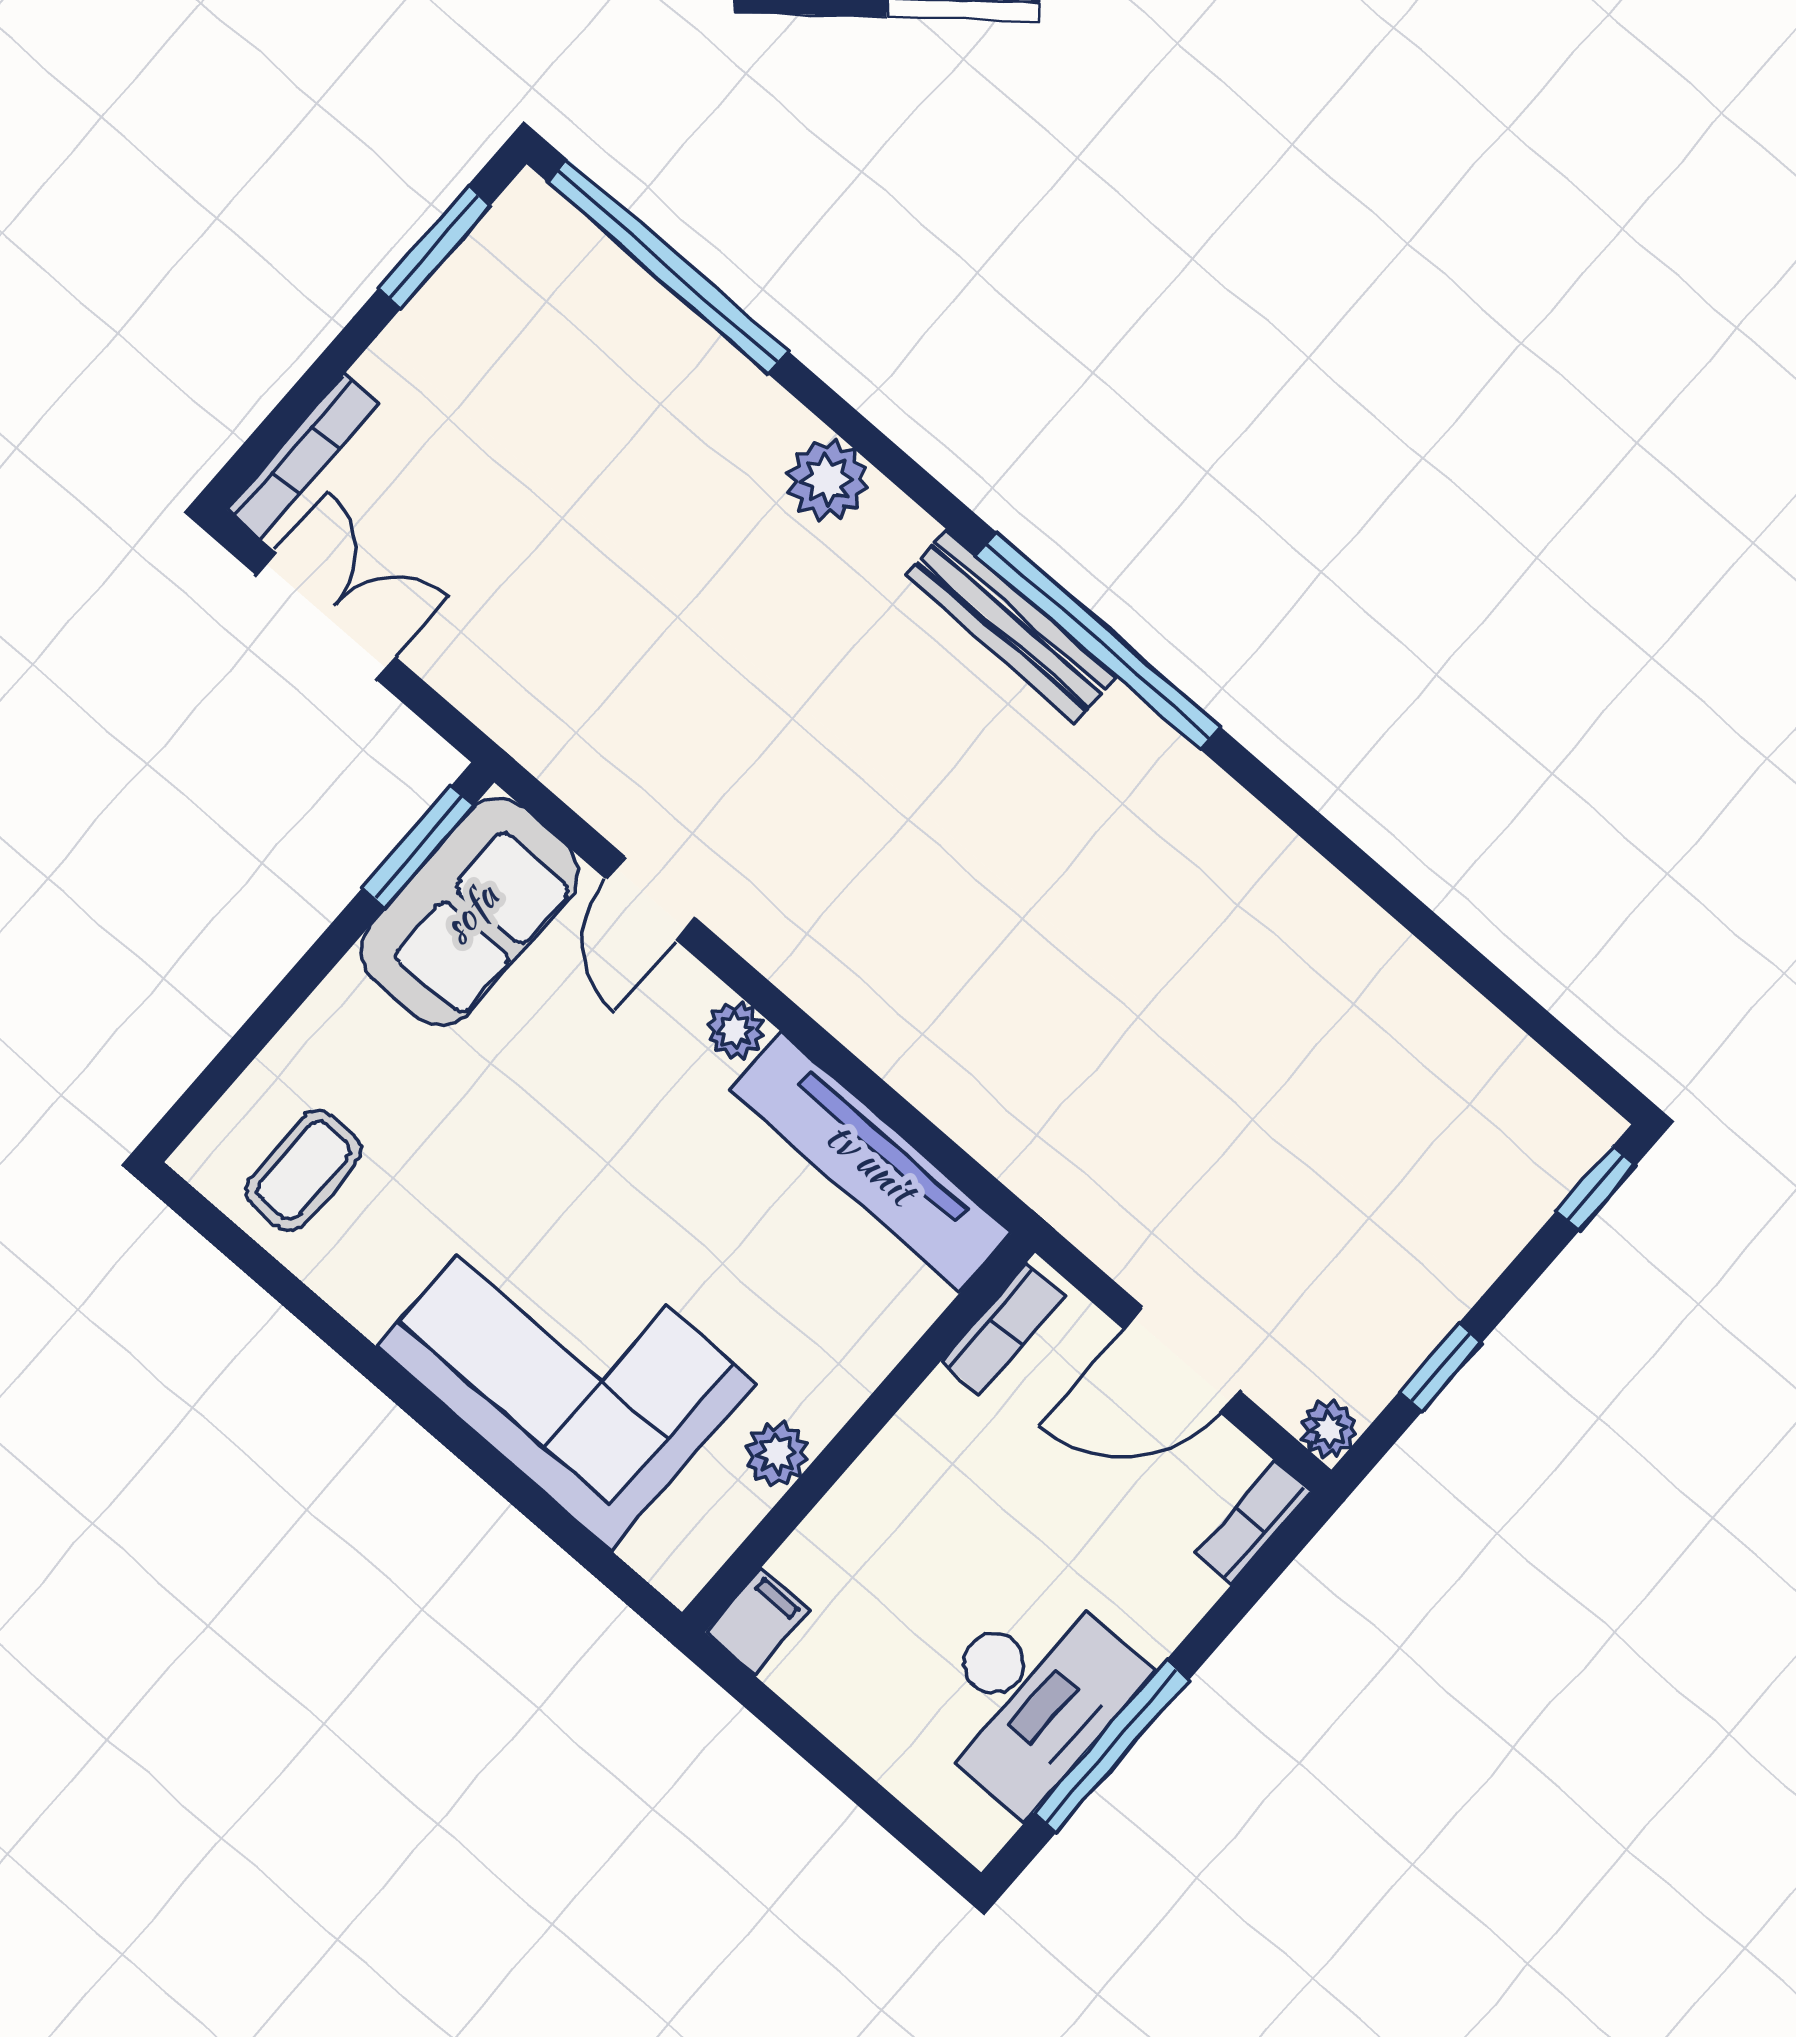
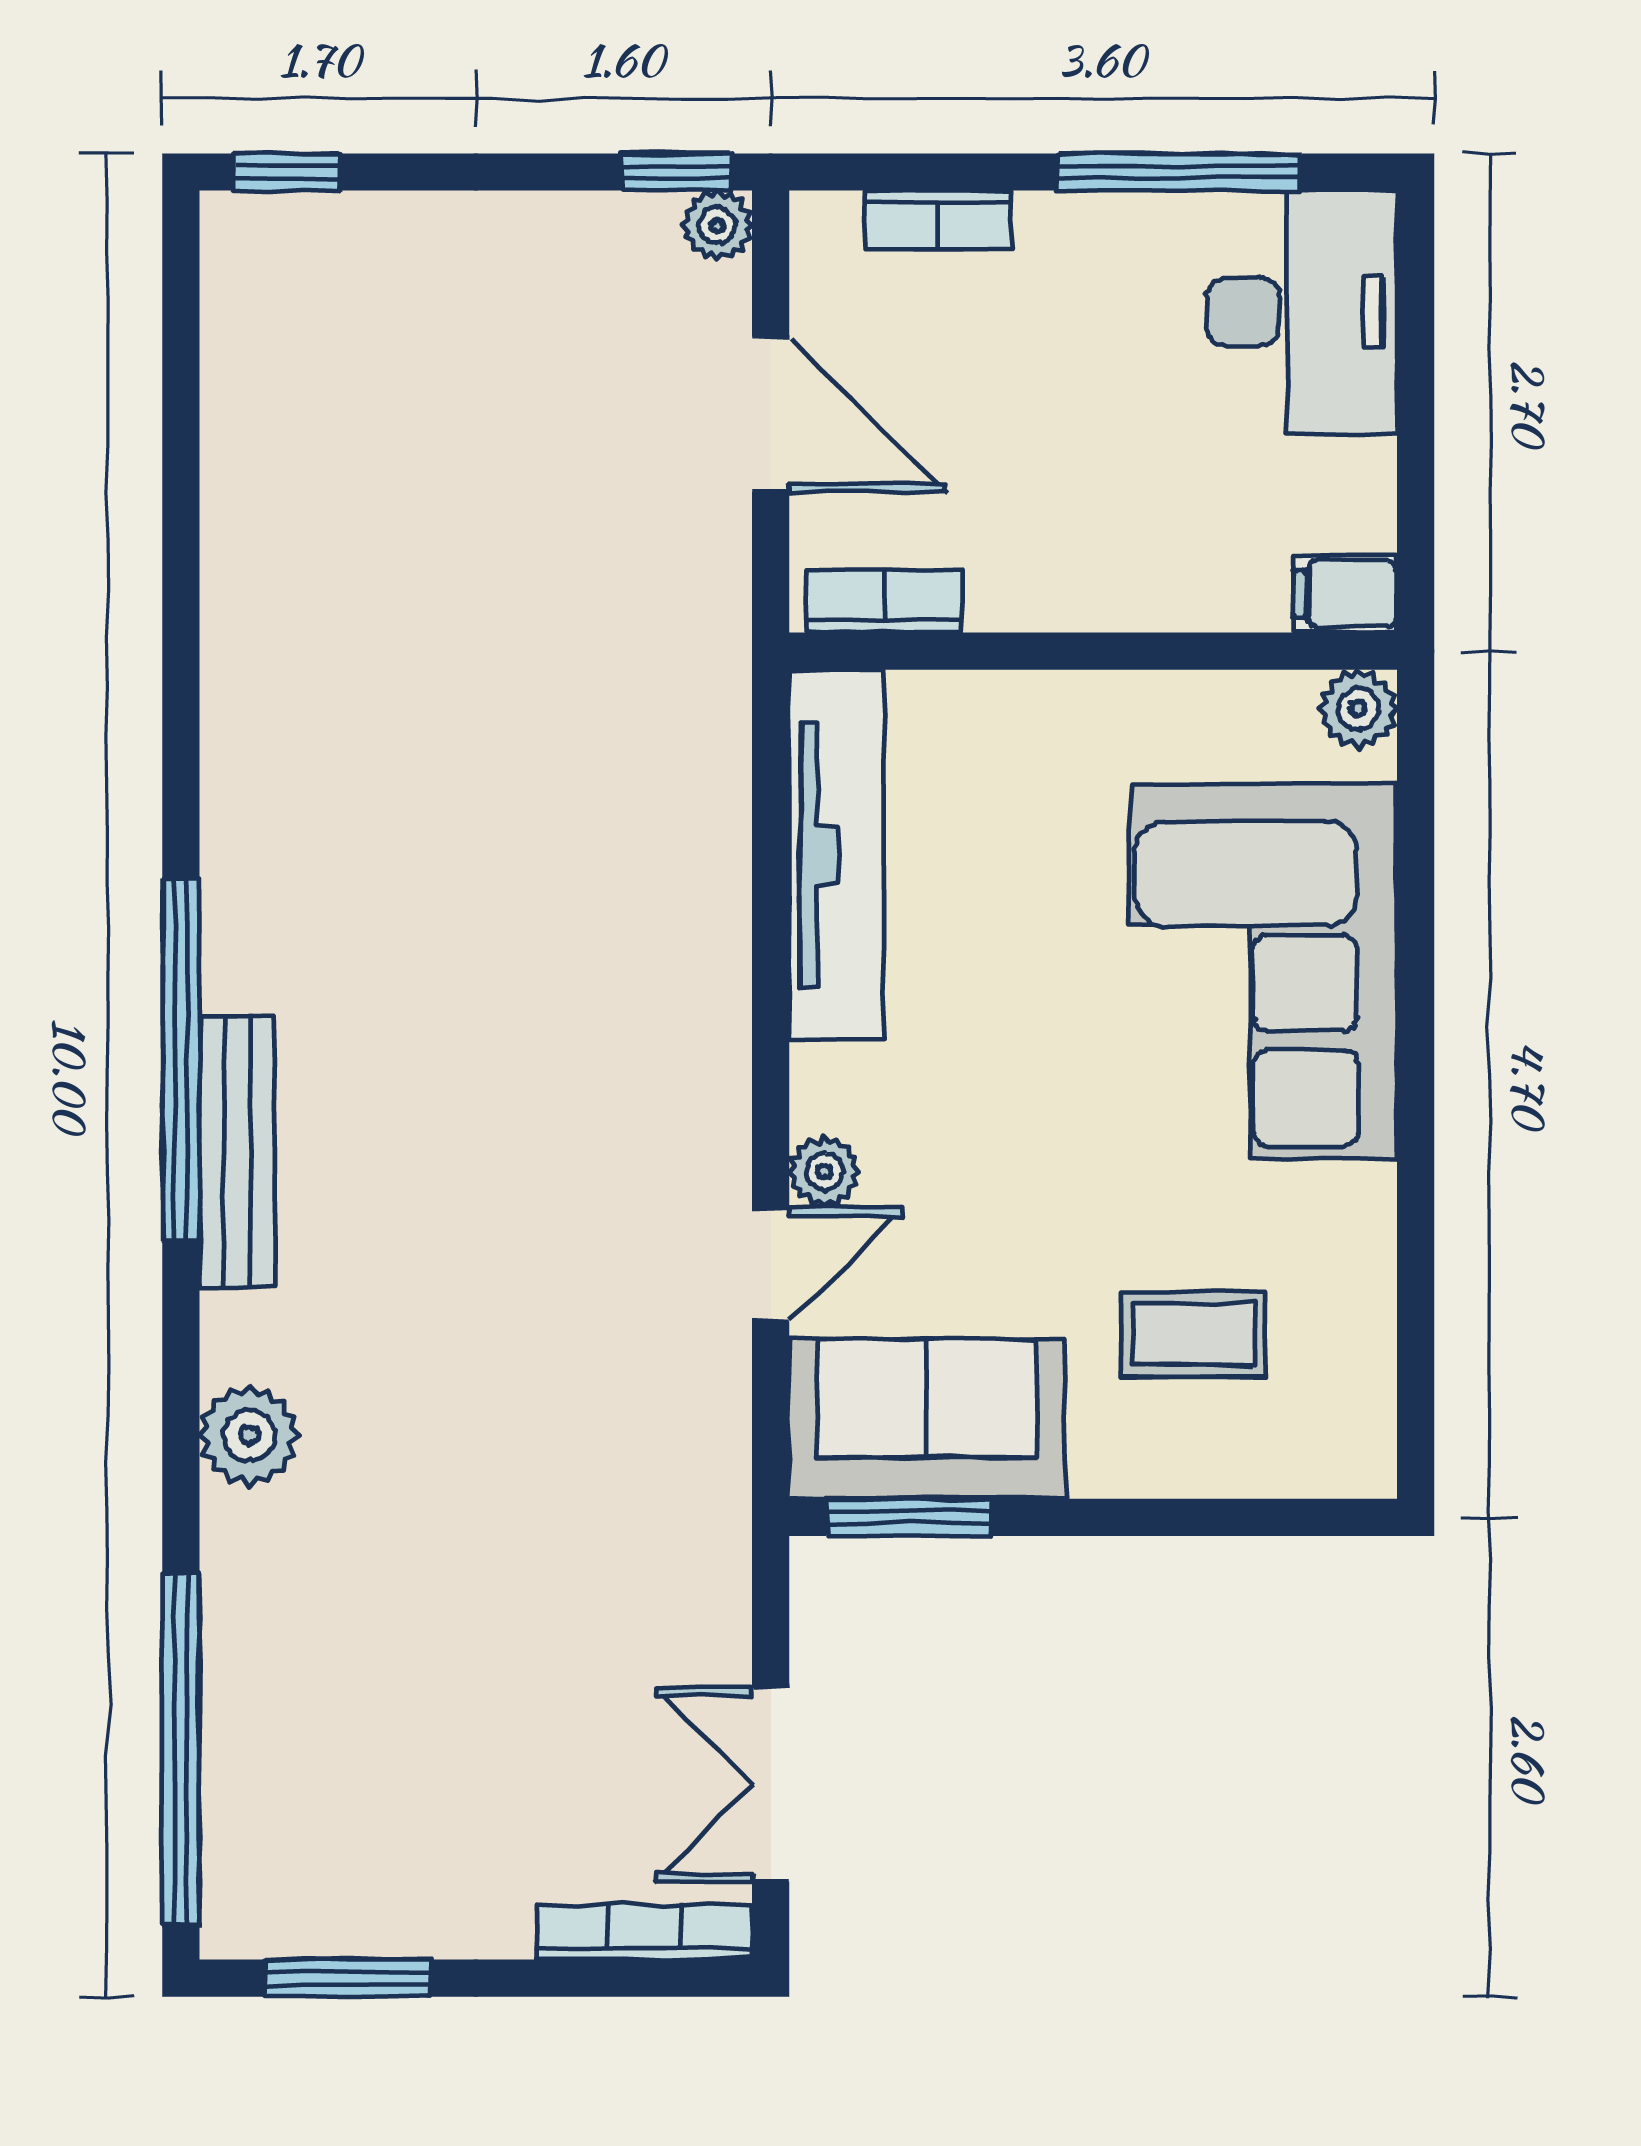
plant: (735, 1031) -> (824, 1172), moved
coffee table: (304, 1170) -> (1193, 1334), moved
window: (1440, 1368) -> (676, 172), moved
plant: (777, 1454) -> (1358, 709), moved
bookcase: (1253, 1523) -> (939, 220), moved
desk: (1031, 1695) -> (1302, 312), moved, turned 90

